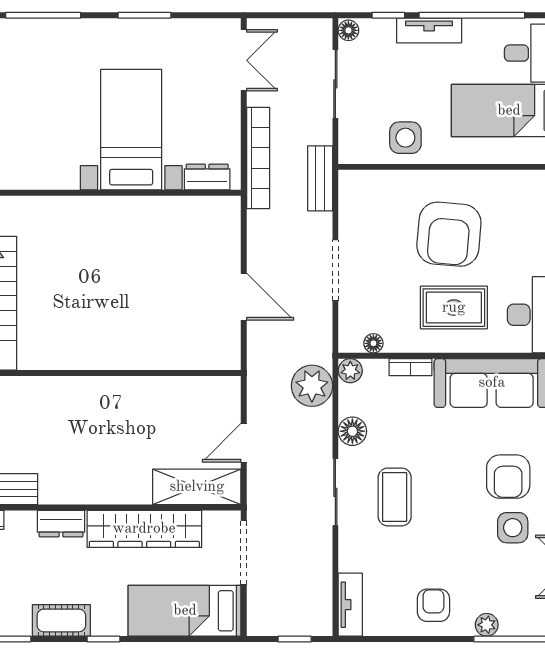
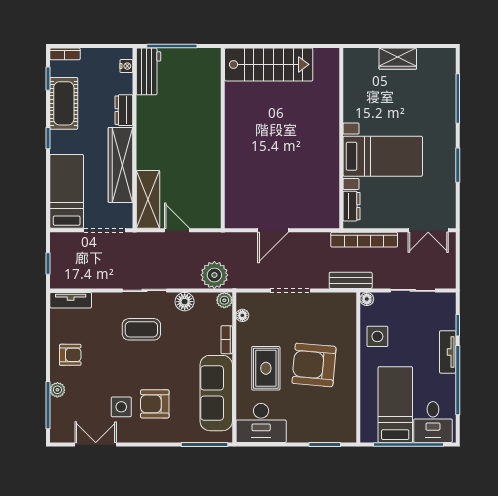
floor lamp: (348, 30) -> (367, 299), moved
cot: (61, 620) -> (64, 103), width x1.37, depth x1.34

